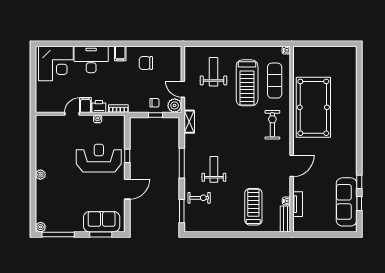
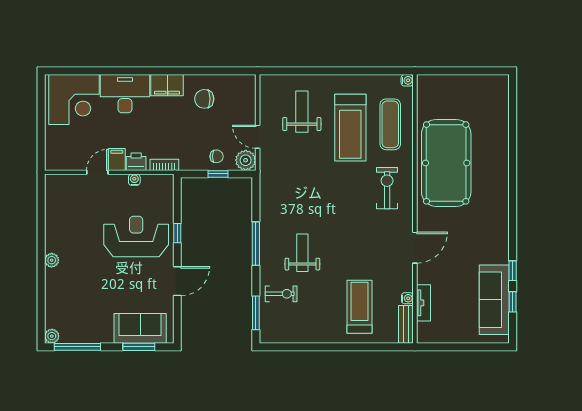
filing cabinet: (120, 54) -> (167, 85), width x2.00
shelving: (189, 122) -> (267, 184), removed

